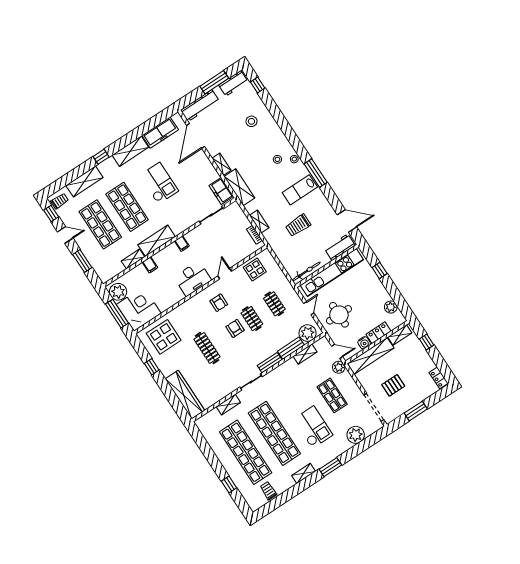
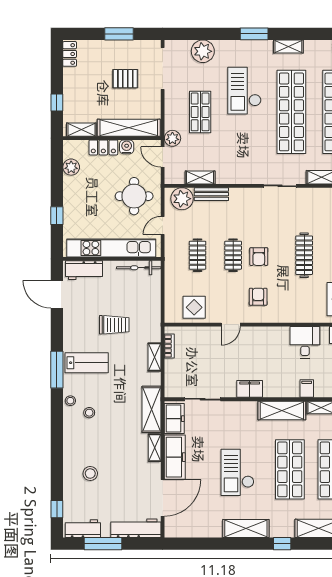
freezer: (160, 133) -> (175, 457), moved, turned 90
filing cabinet: (182, 244) -> (250, 389), width x2.00
desk: (193, 279) -> (305, 342), moved, width x0.73
bench: (270, 363) -> (245, 194), removed

